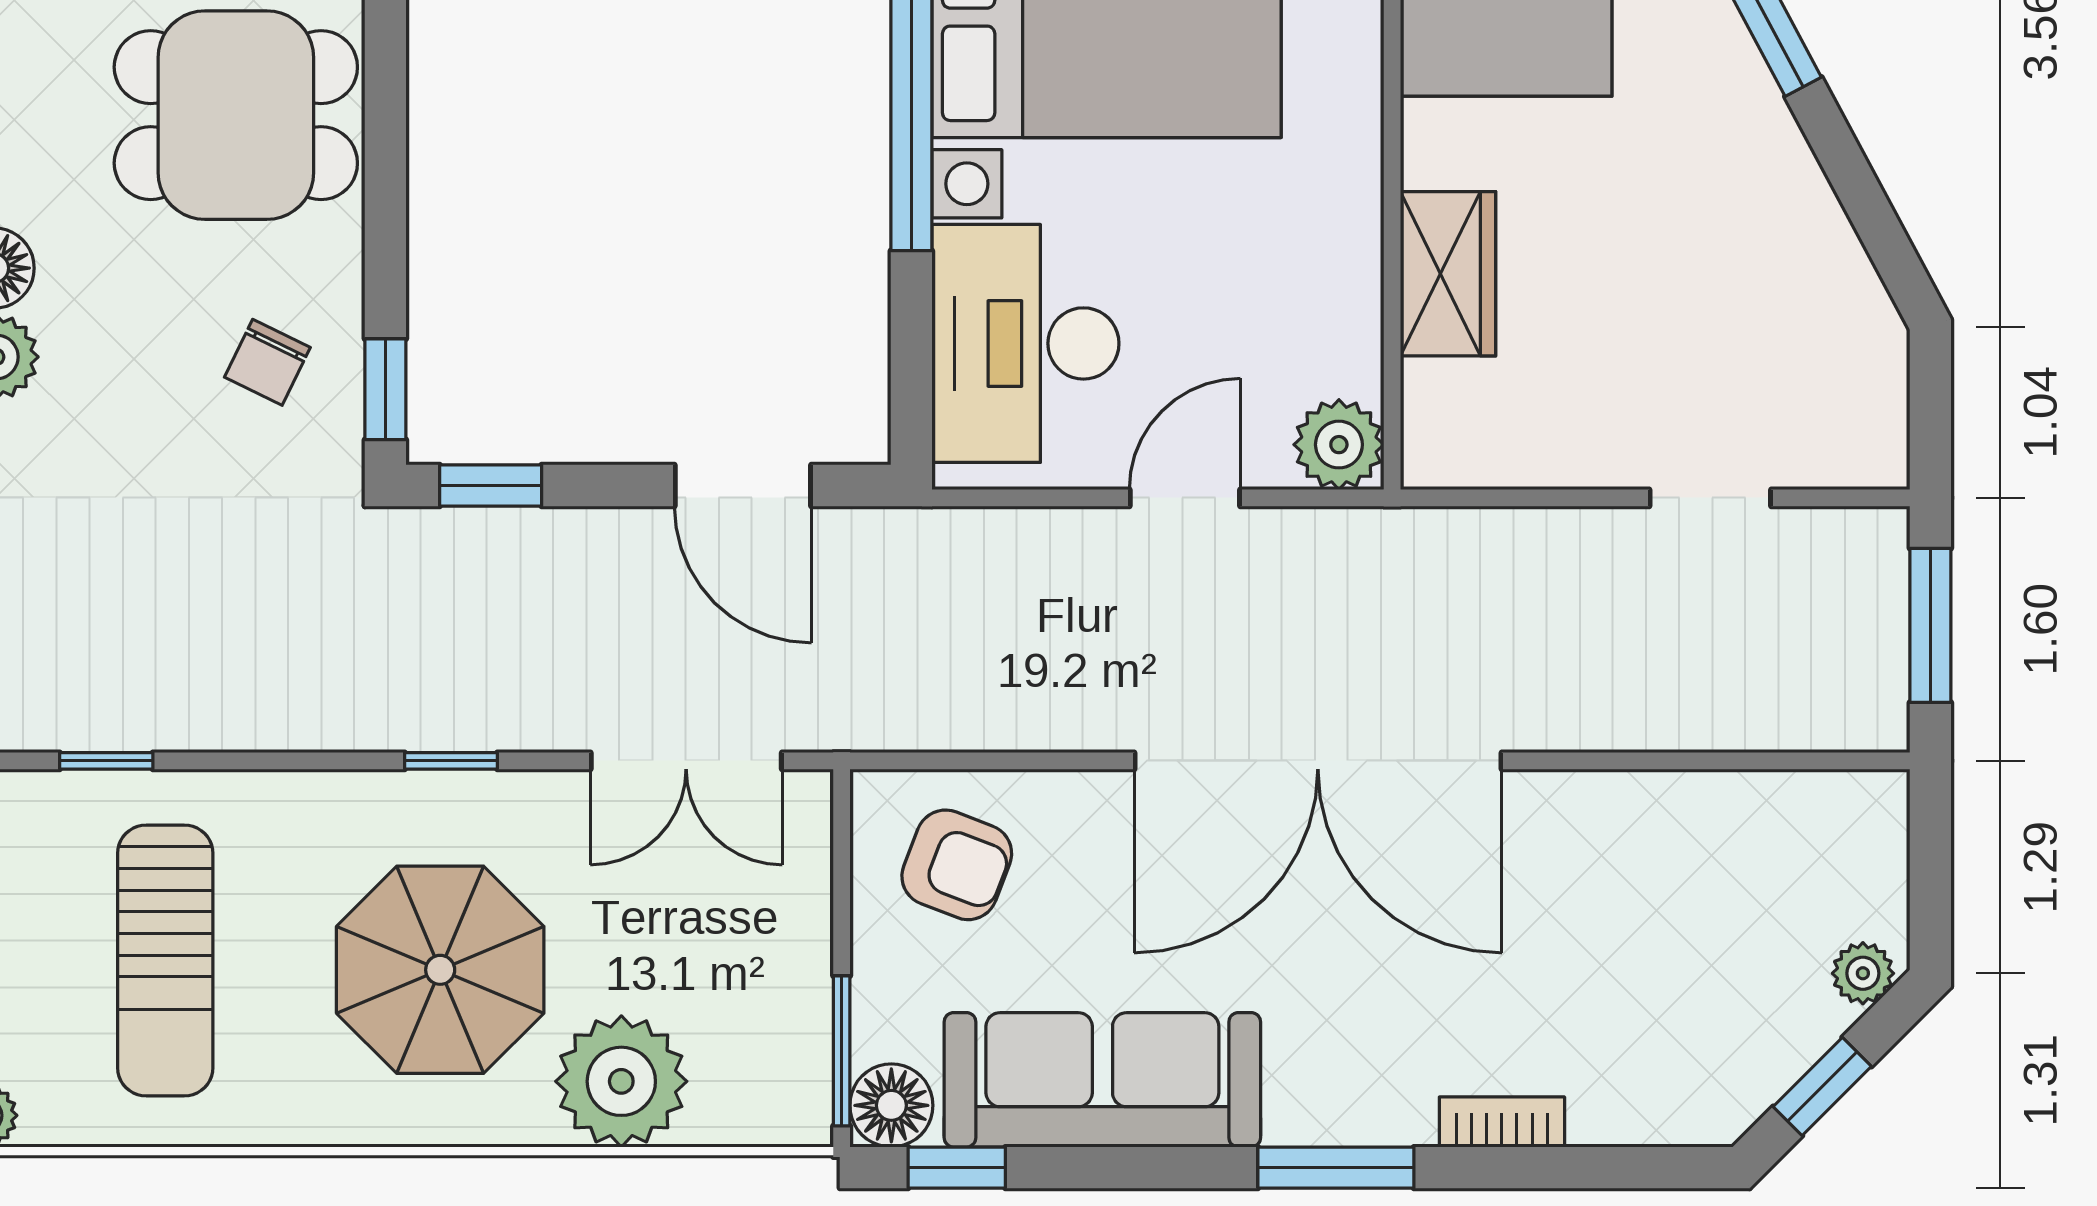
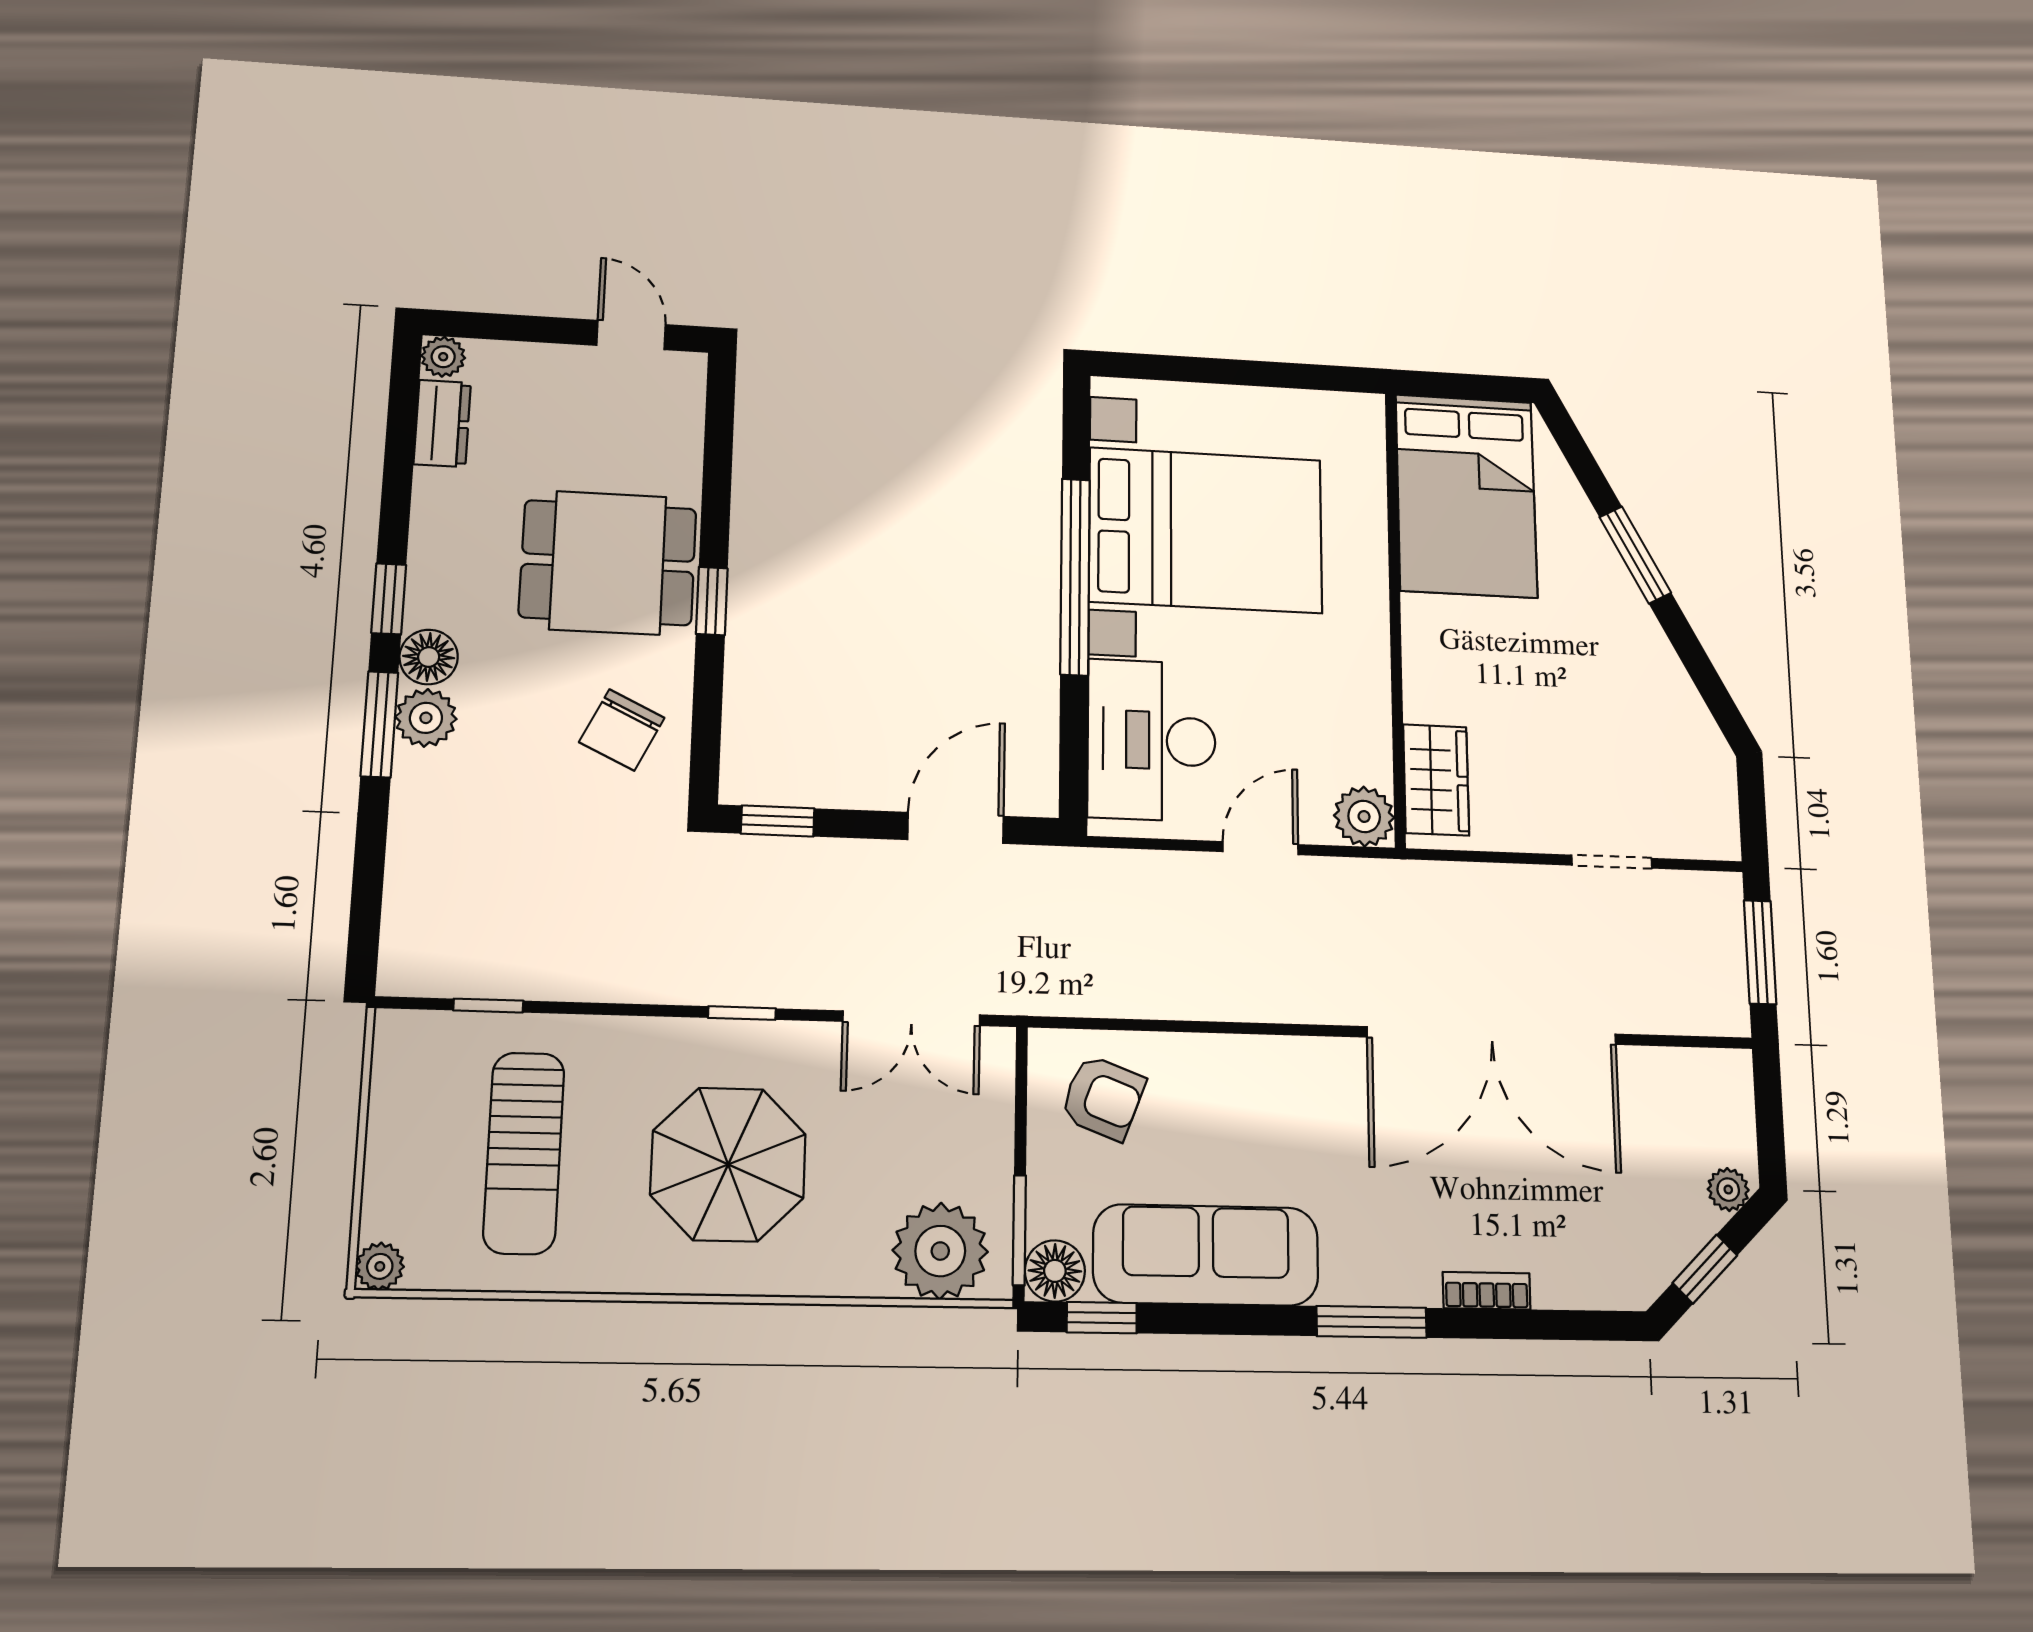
wardrobe: (1448, 274) -> (1436, 780), moved
chair: (267, 362) -> (622, 730), width x1.37, depth x1.37
window: (385, 389) -> (712, 601), moved
door: (743, 485) -> (956, 828), swing flipped
double door: (1318, 761) -> (1492, 1036), moved
plant: (621, 1081) -> (940, 1251), moved

